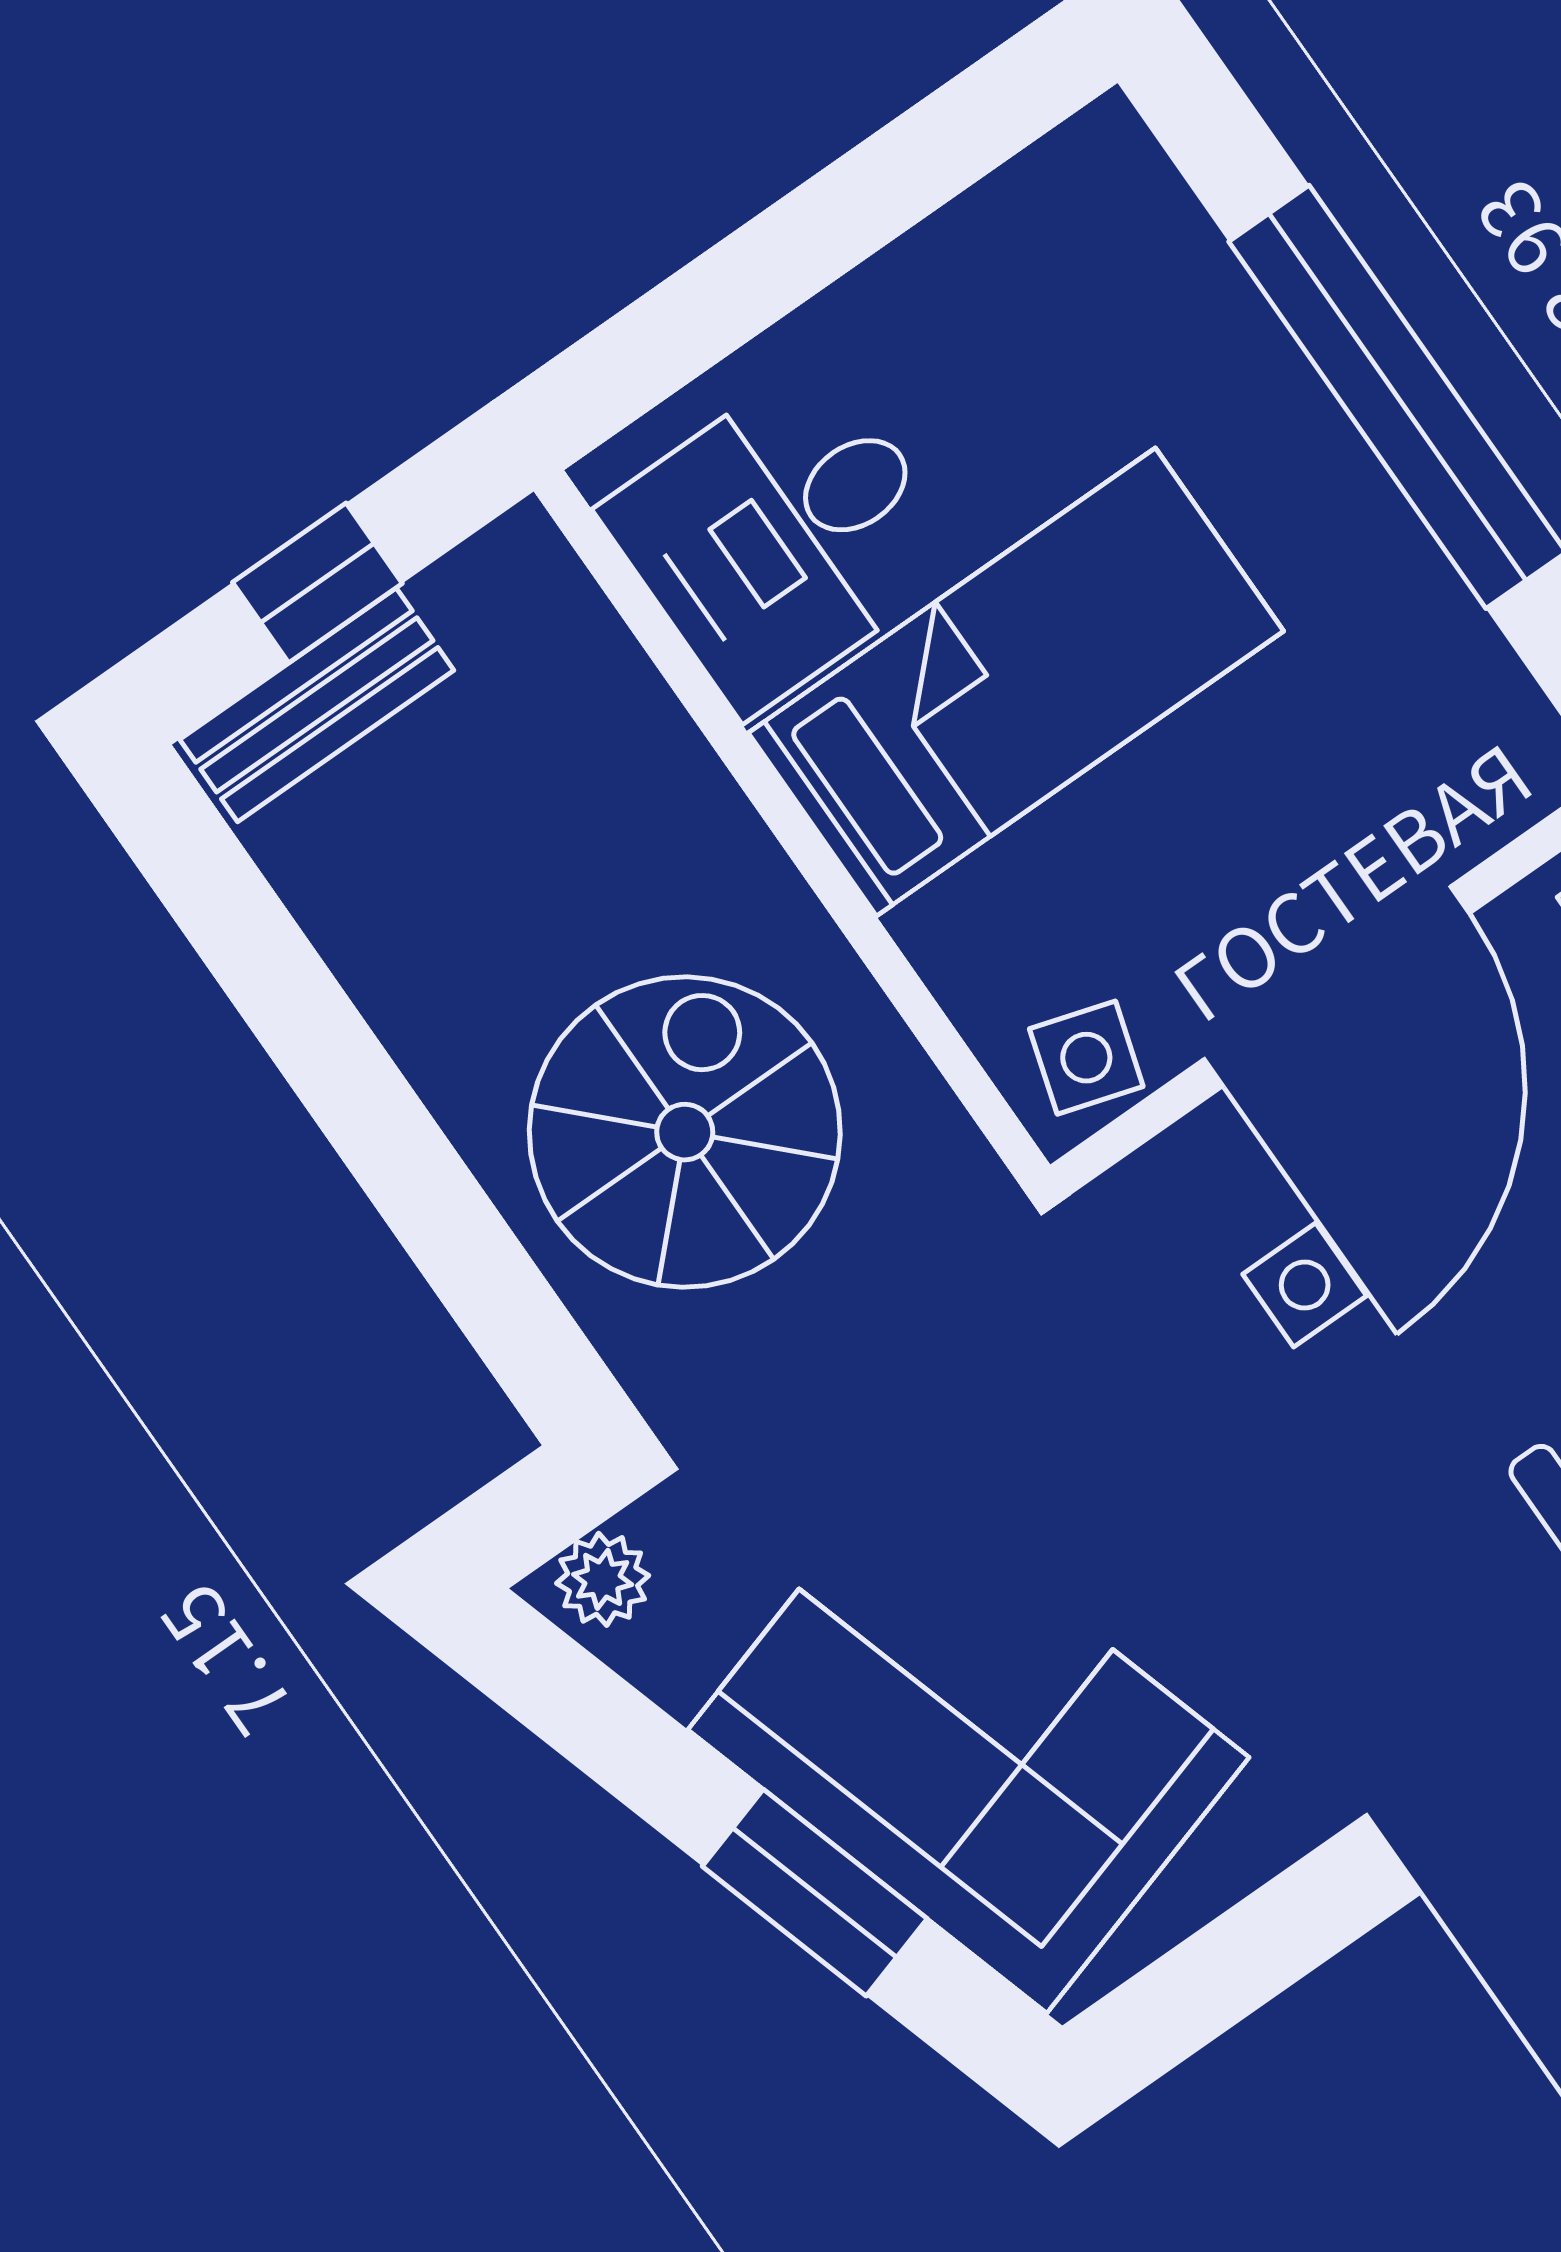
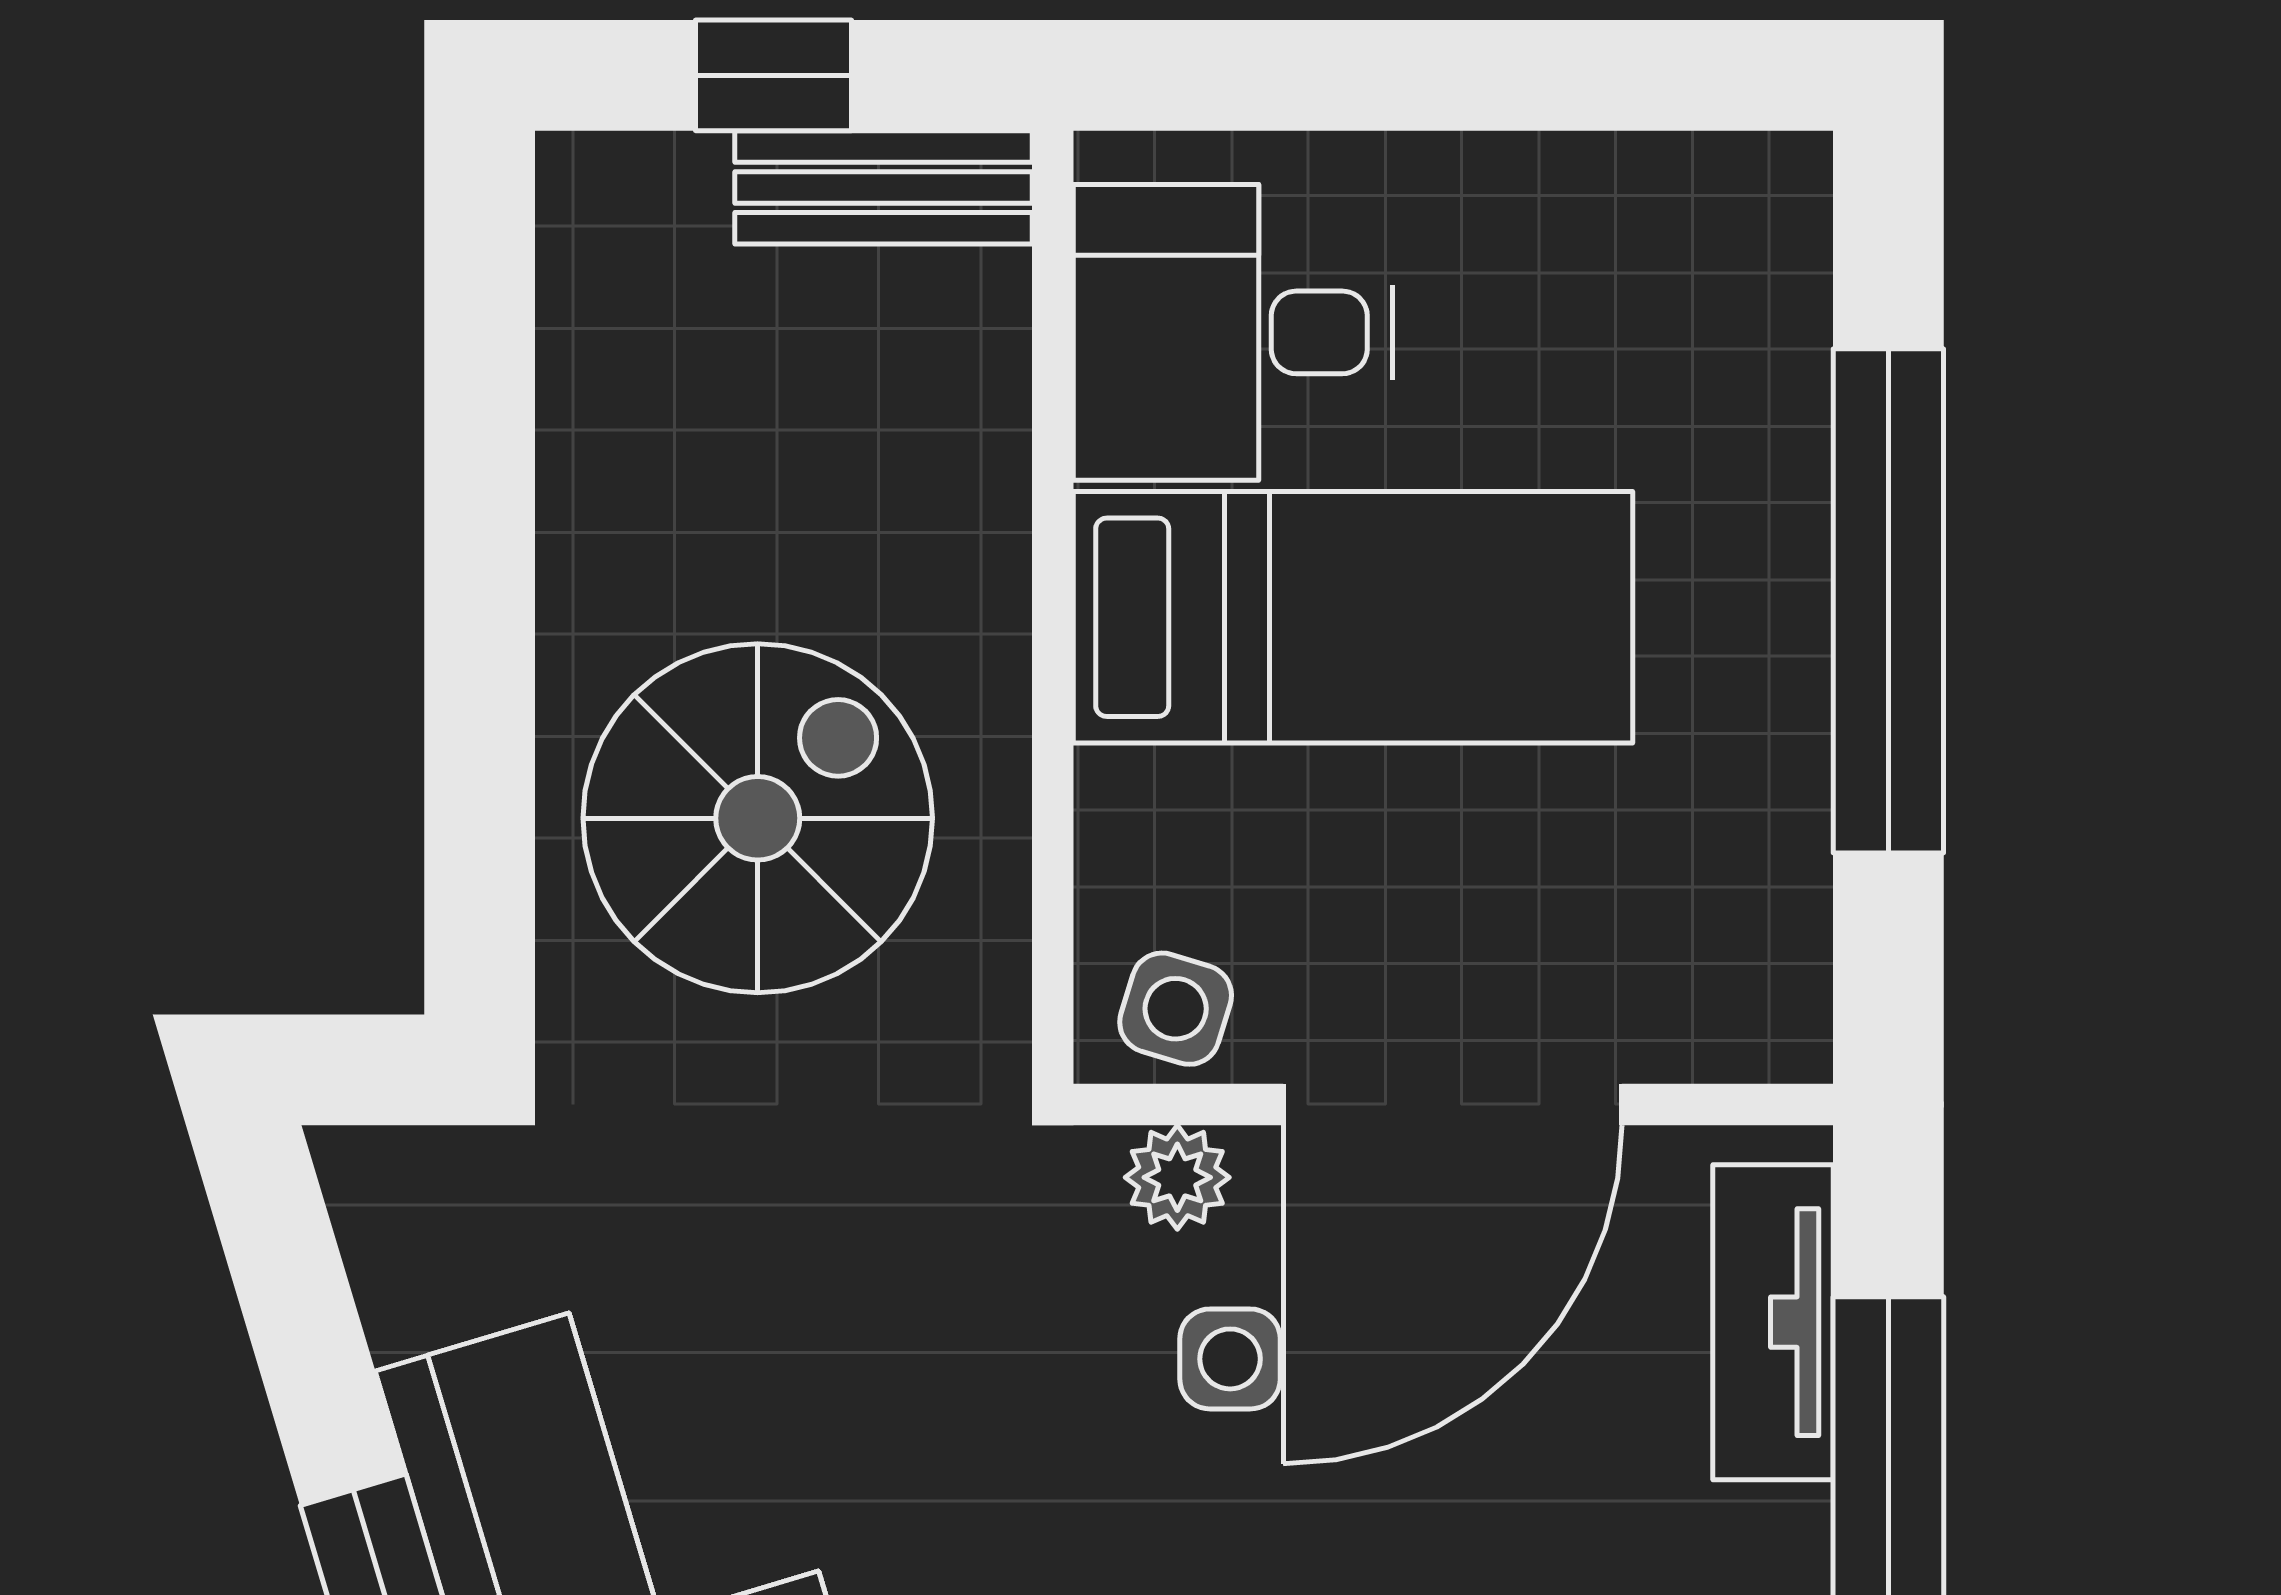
bench: (317, 705) -> (884, 187), moved
plant: (603, 1579) -> (1177, 1177), moved

